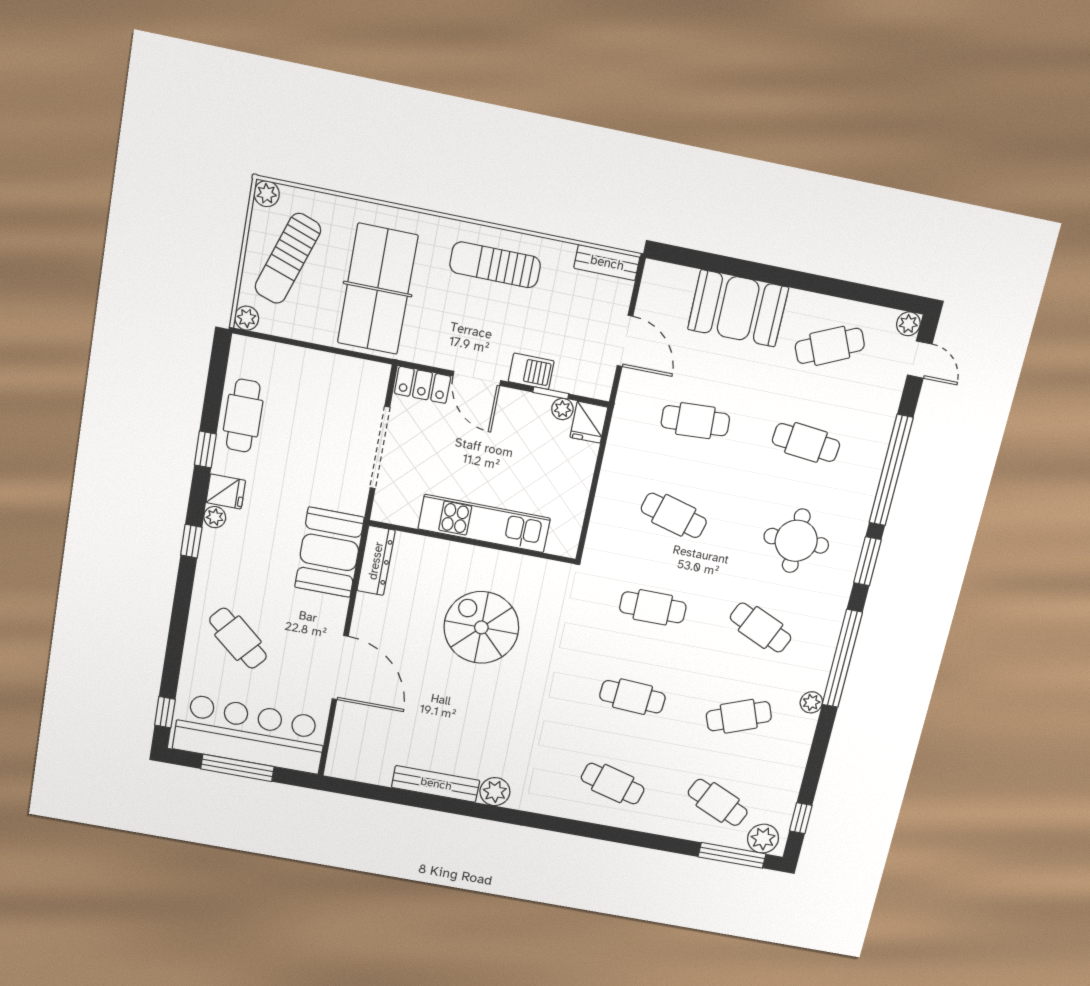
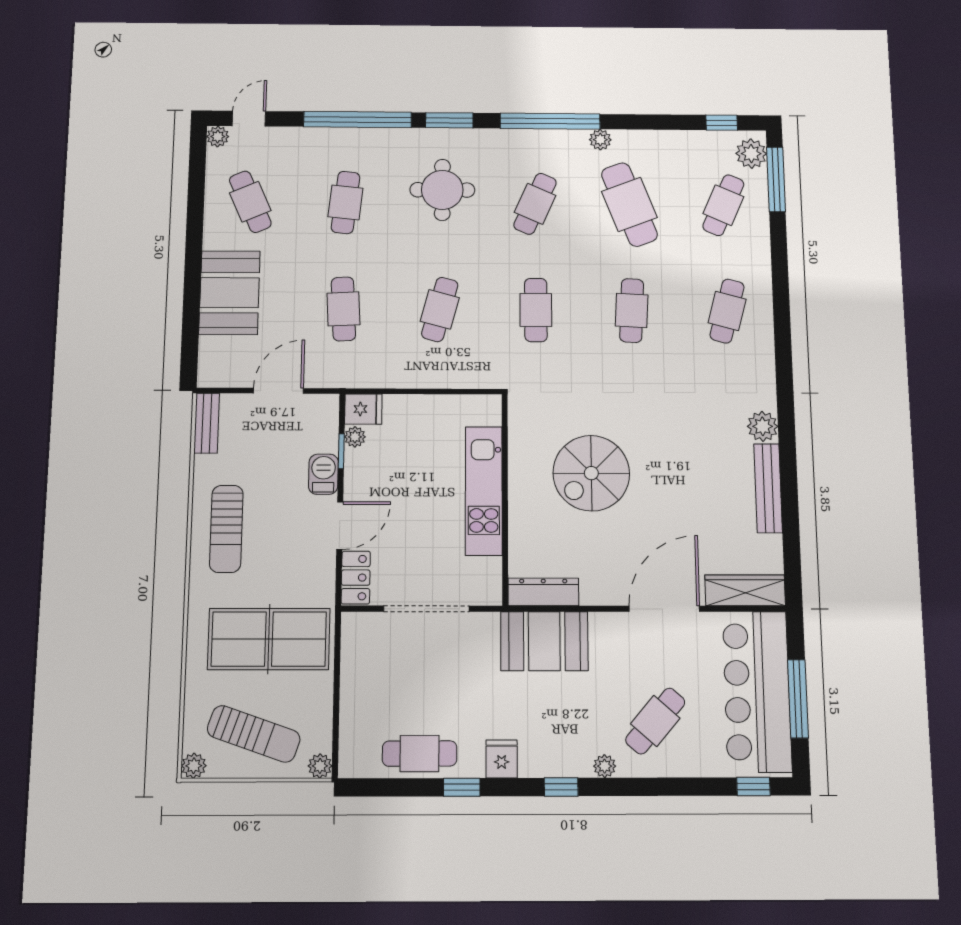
plant: (215, 517) -> (605, 766), moved
cafe table: (739, 716) -> (629, 204), width x1.37, depth x1.35
wardrobe: (344, 743) -> (745, 590), added

